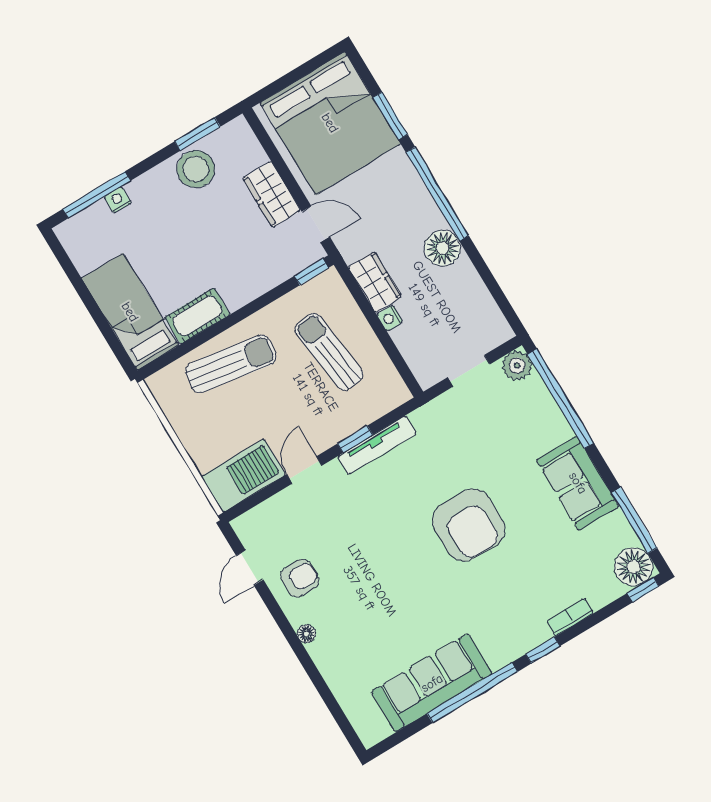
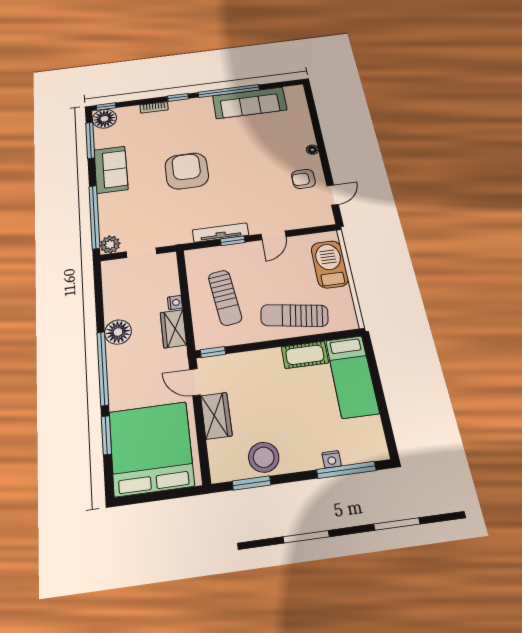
barbecue: (243, 476) -> (330, 264), moved, turned 90

